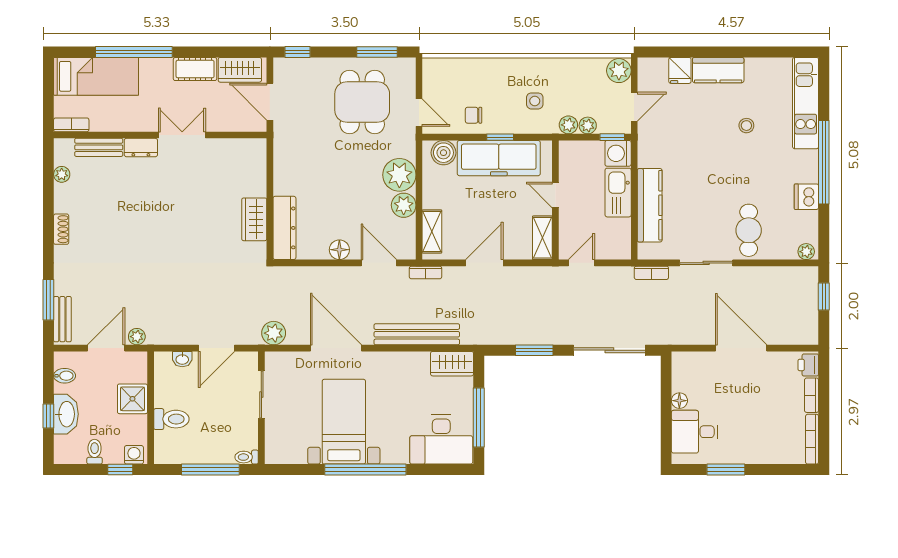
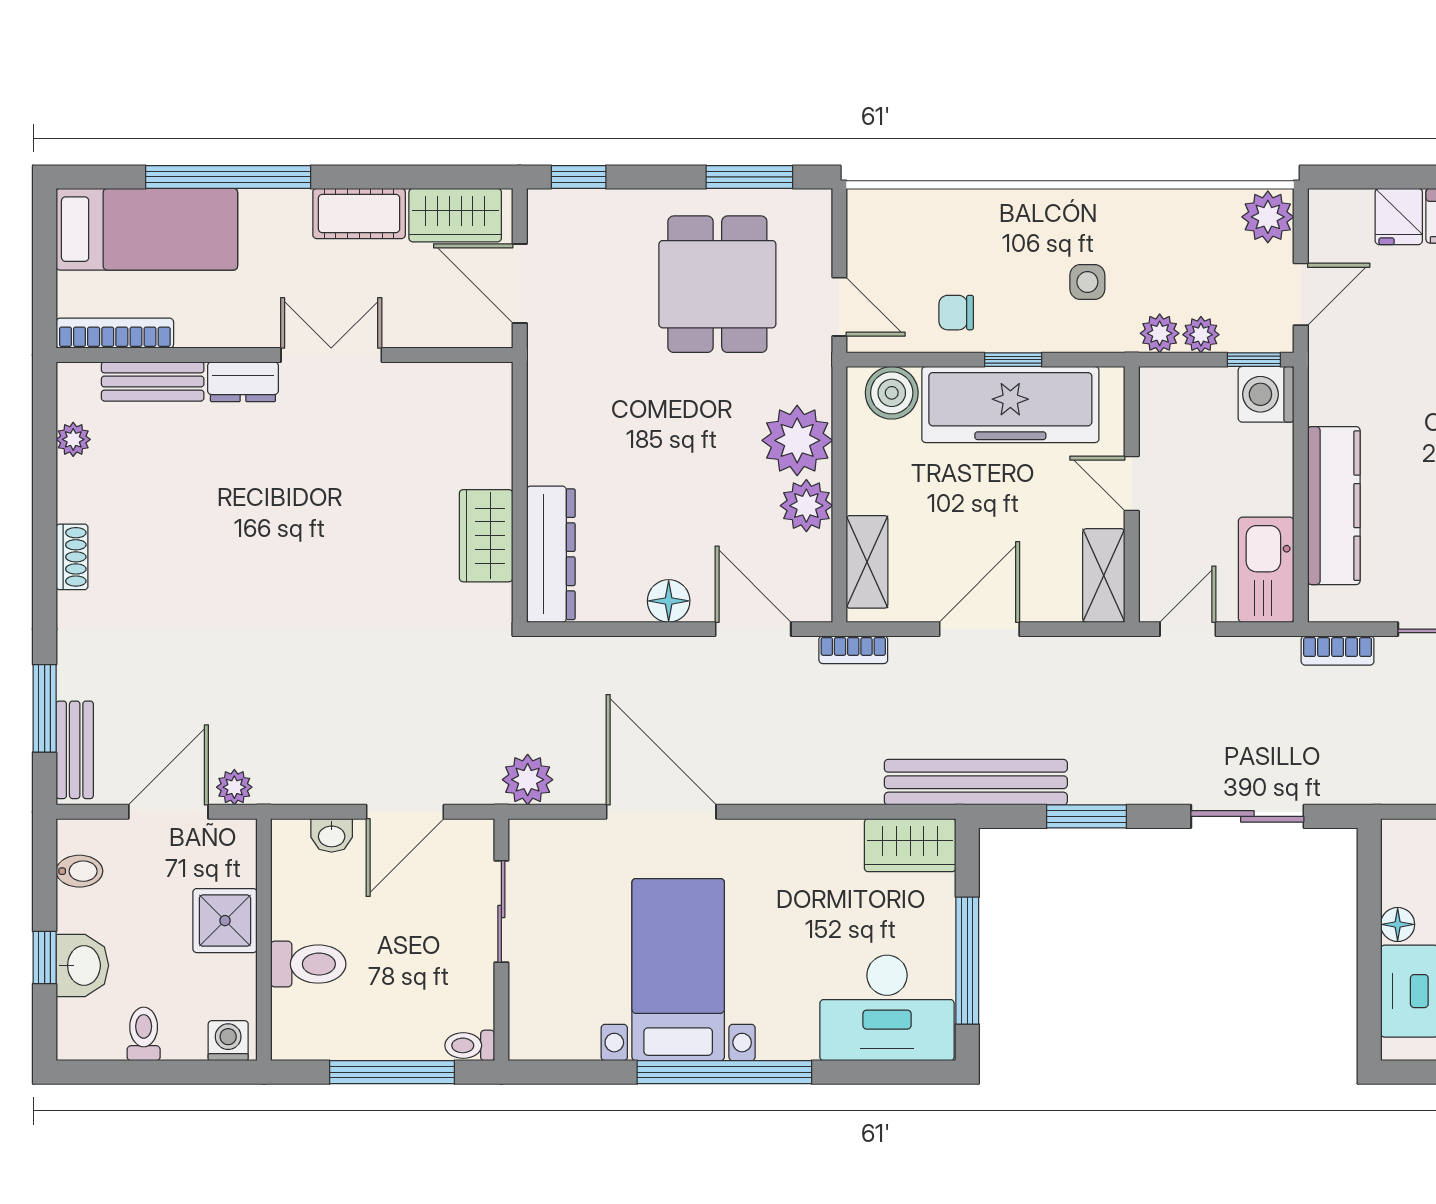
bookcase: (71, 125) -> (115, 333), width x1.56
kitchen sink: (618, 193) -> (1266, 570), moved
bench: (417, 334) -> (976, 782), moved
sliding door: (609, 350) -> (1247, 816), width x0.73
washbasin: (66, 414) -> (82, 965), width x0.72
window: (120, 469) -> (199, 1072), removed

